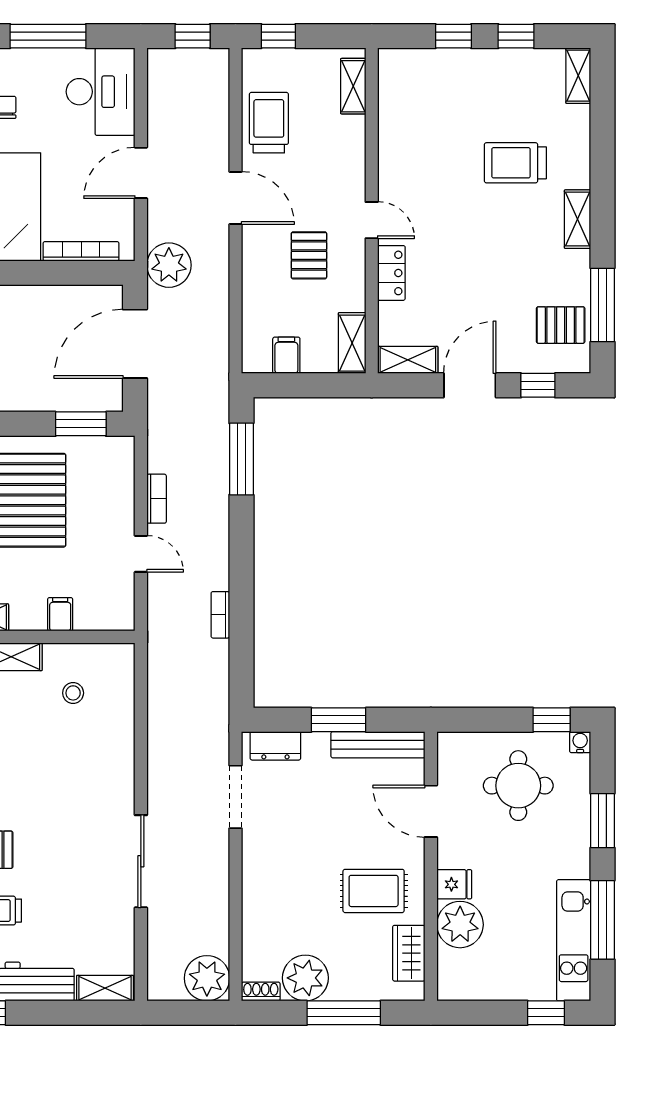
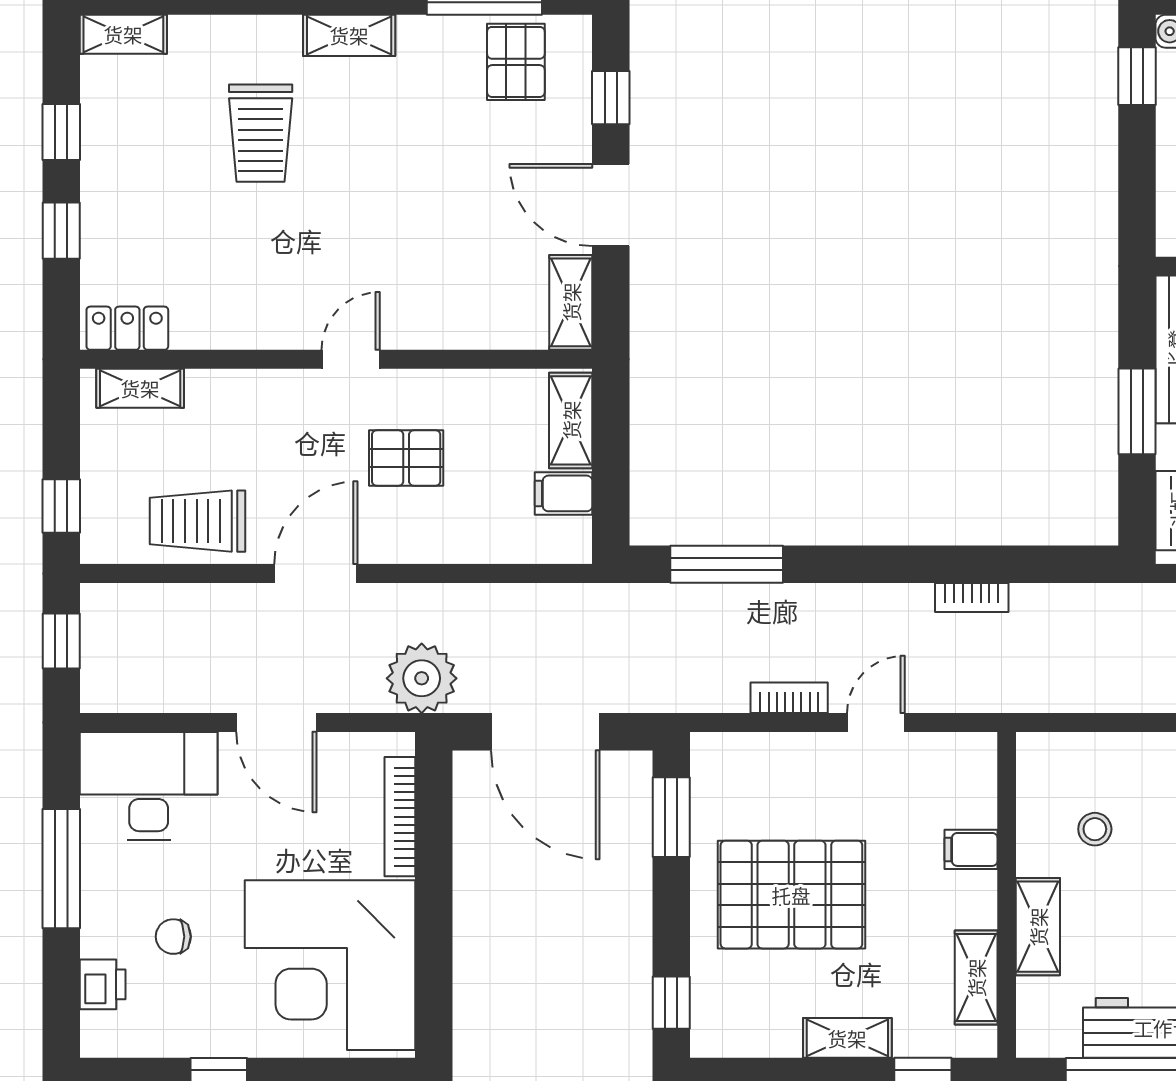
locker: (391, 273) -> (127, 328), moved
shelving: (352, 343) -> (571, 420), moved, turned 90

